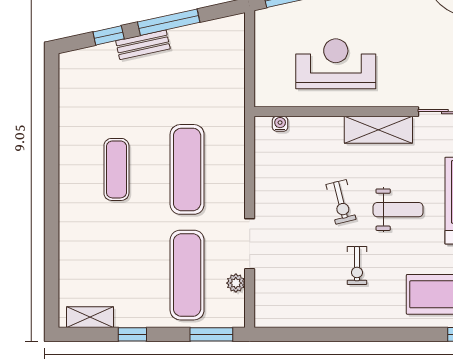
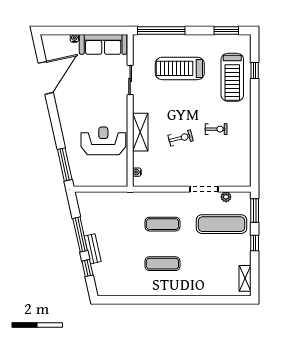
reception desk: (336, 64) -> (103, 141), turned 90
shelving: (378, 130) -> (140, 132), moved
exercise mat: (187, 169) -> (162, 224), width x0.73, depth x0.69
weight bench: (398, 210) -> (185, 106), removed
window: (132, 334) -> (255, 243), moved

